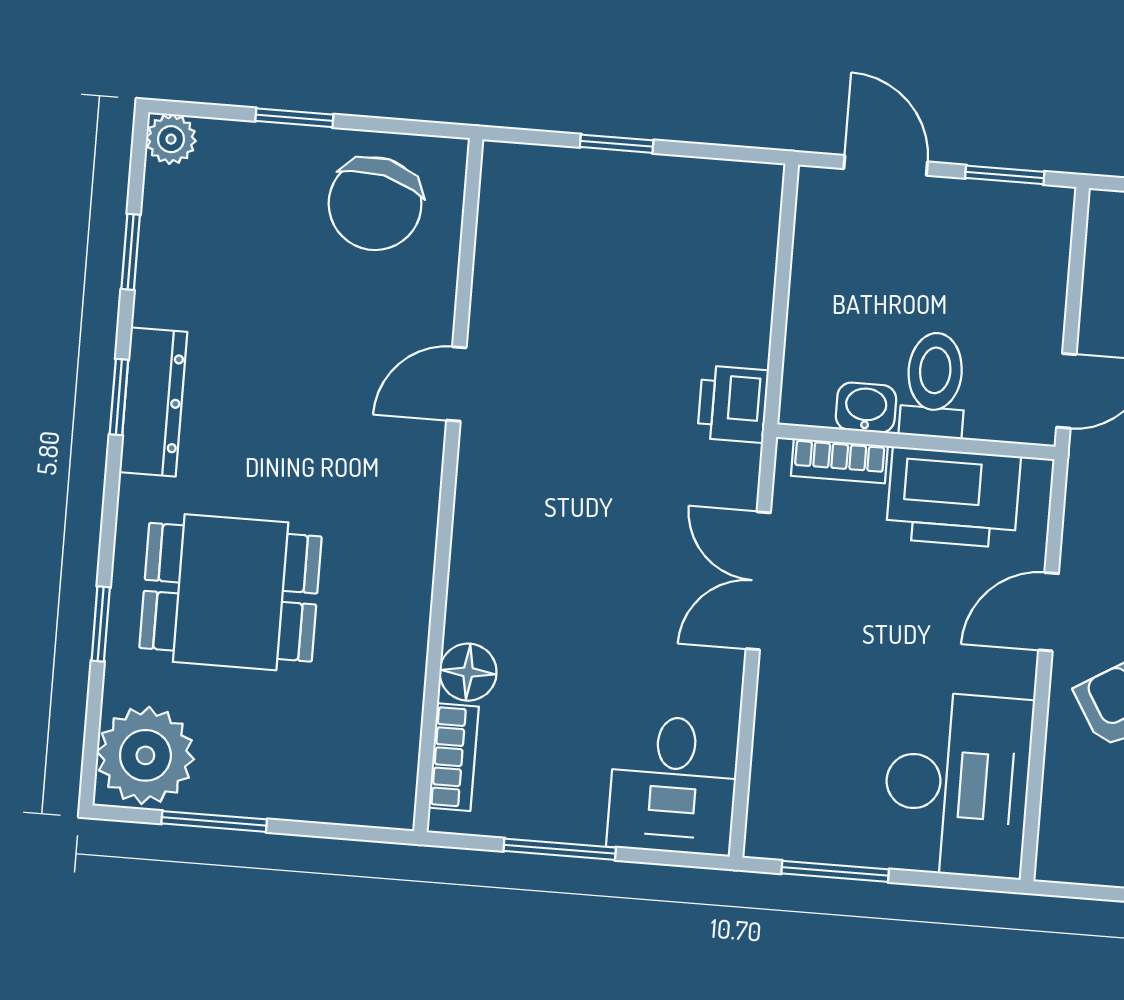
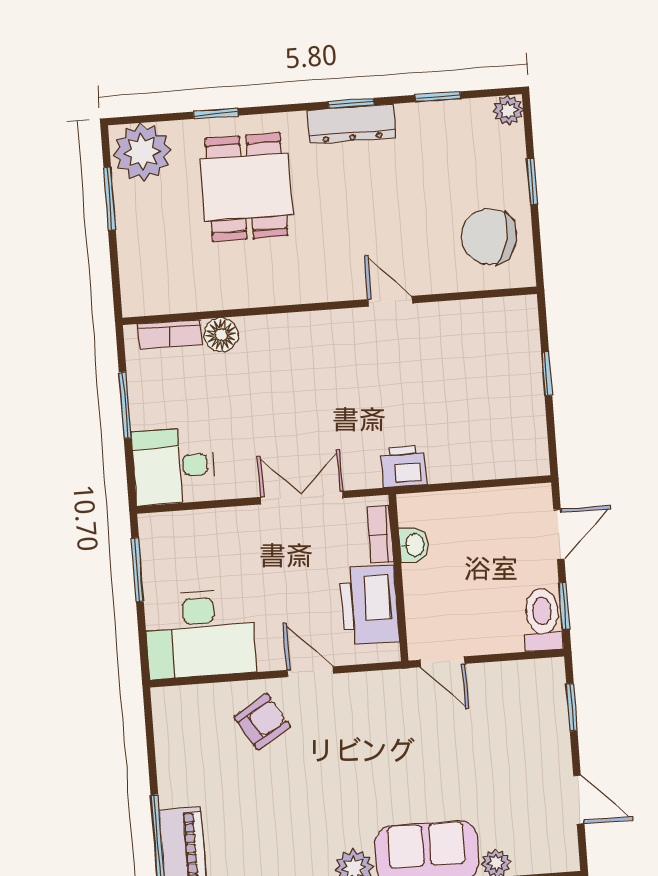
toilet: (934, 385) -> (543, 619), moved, turned -90

